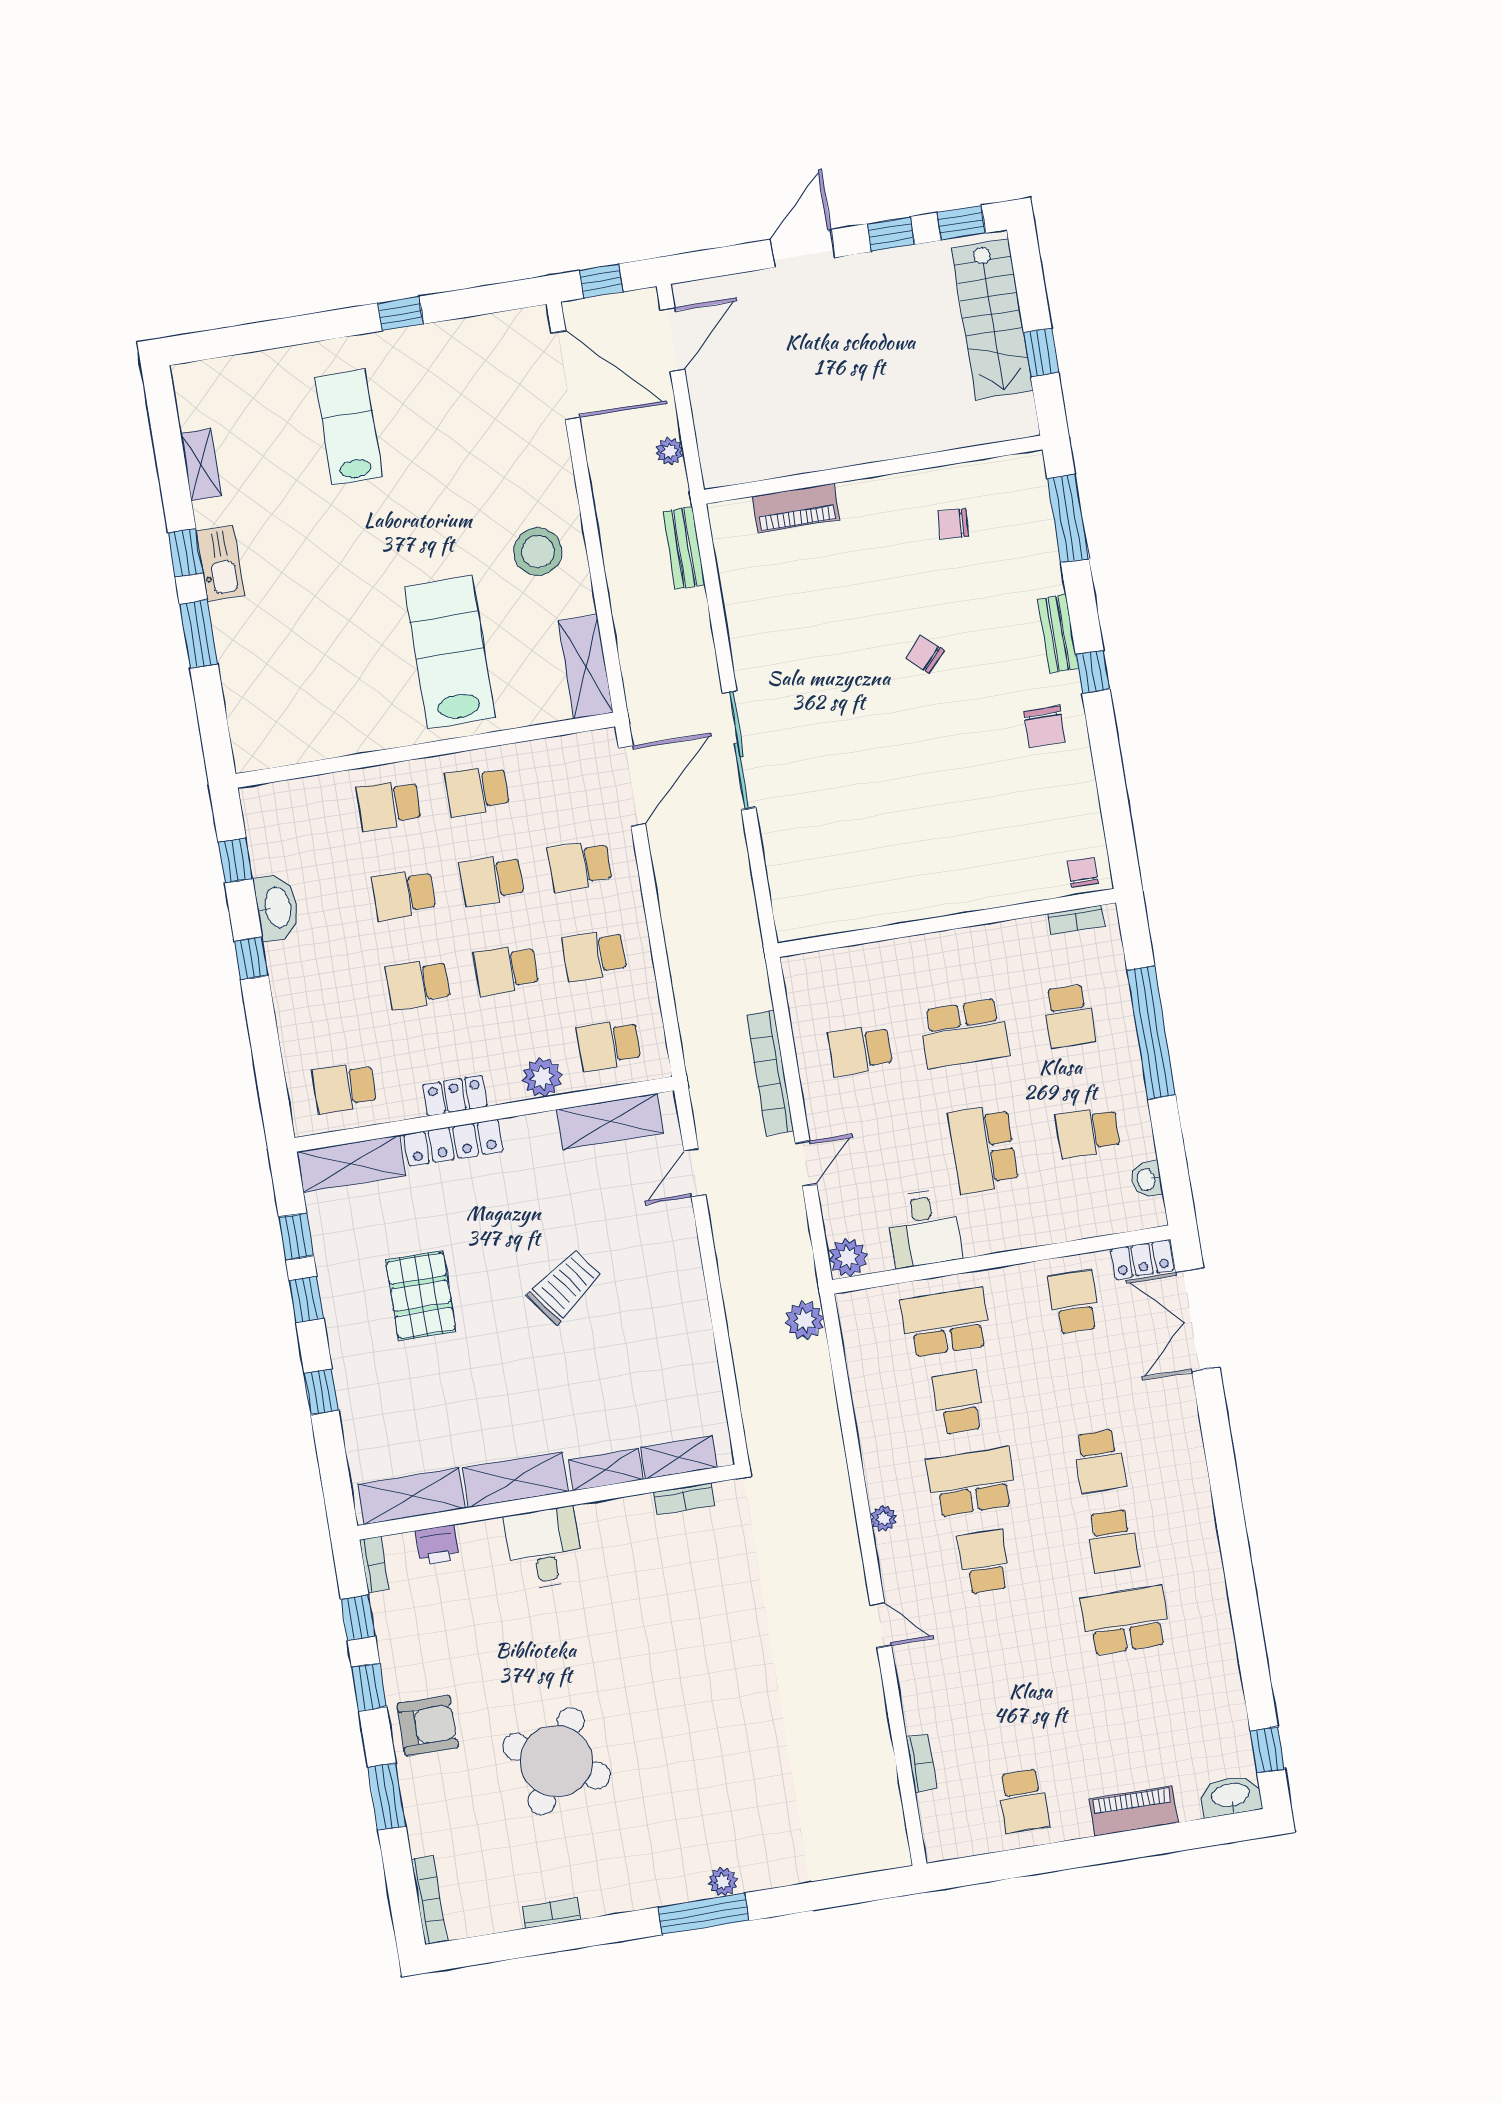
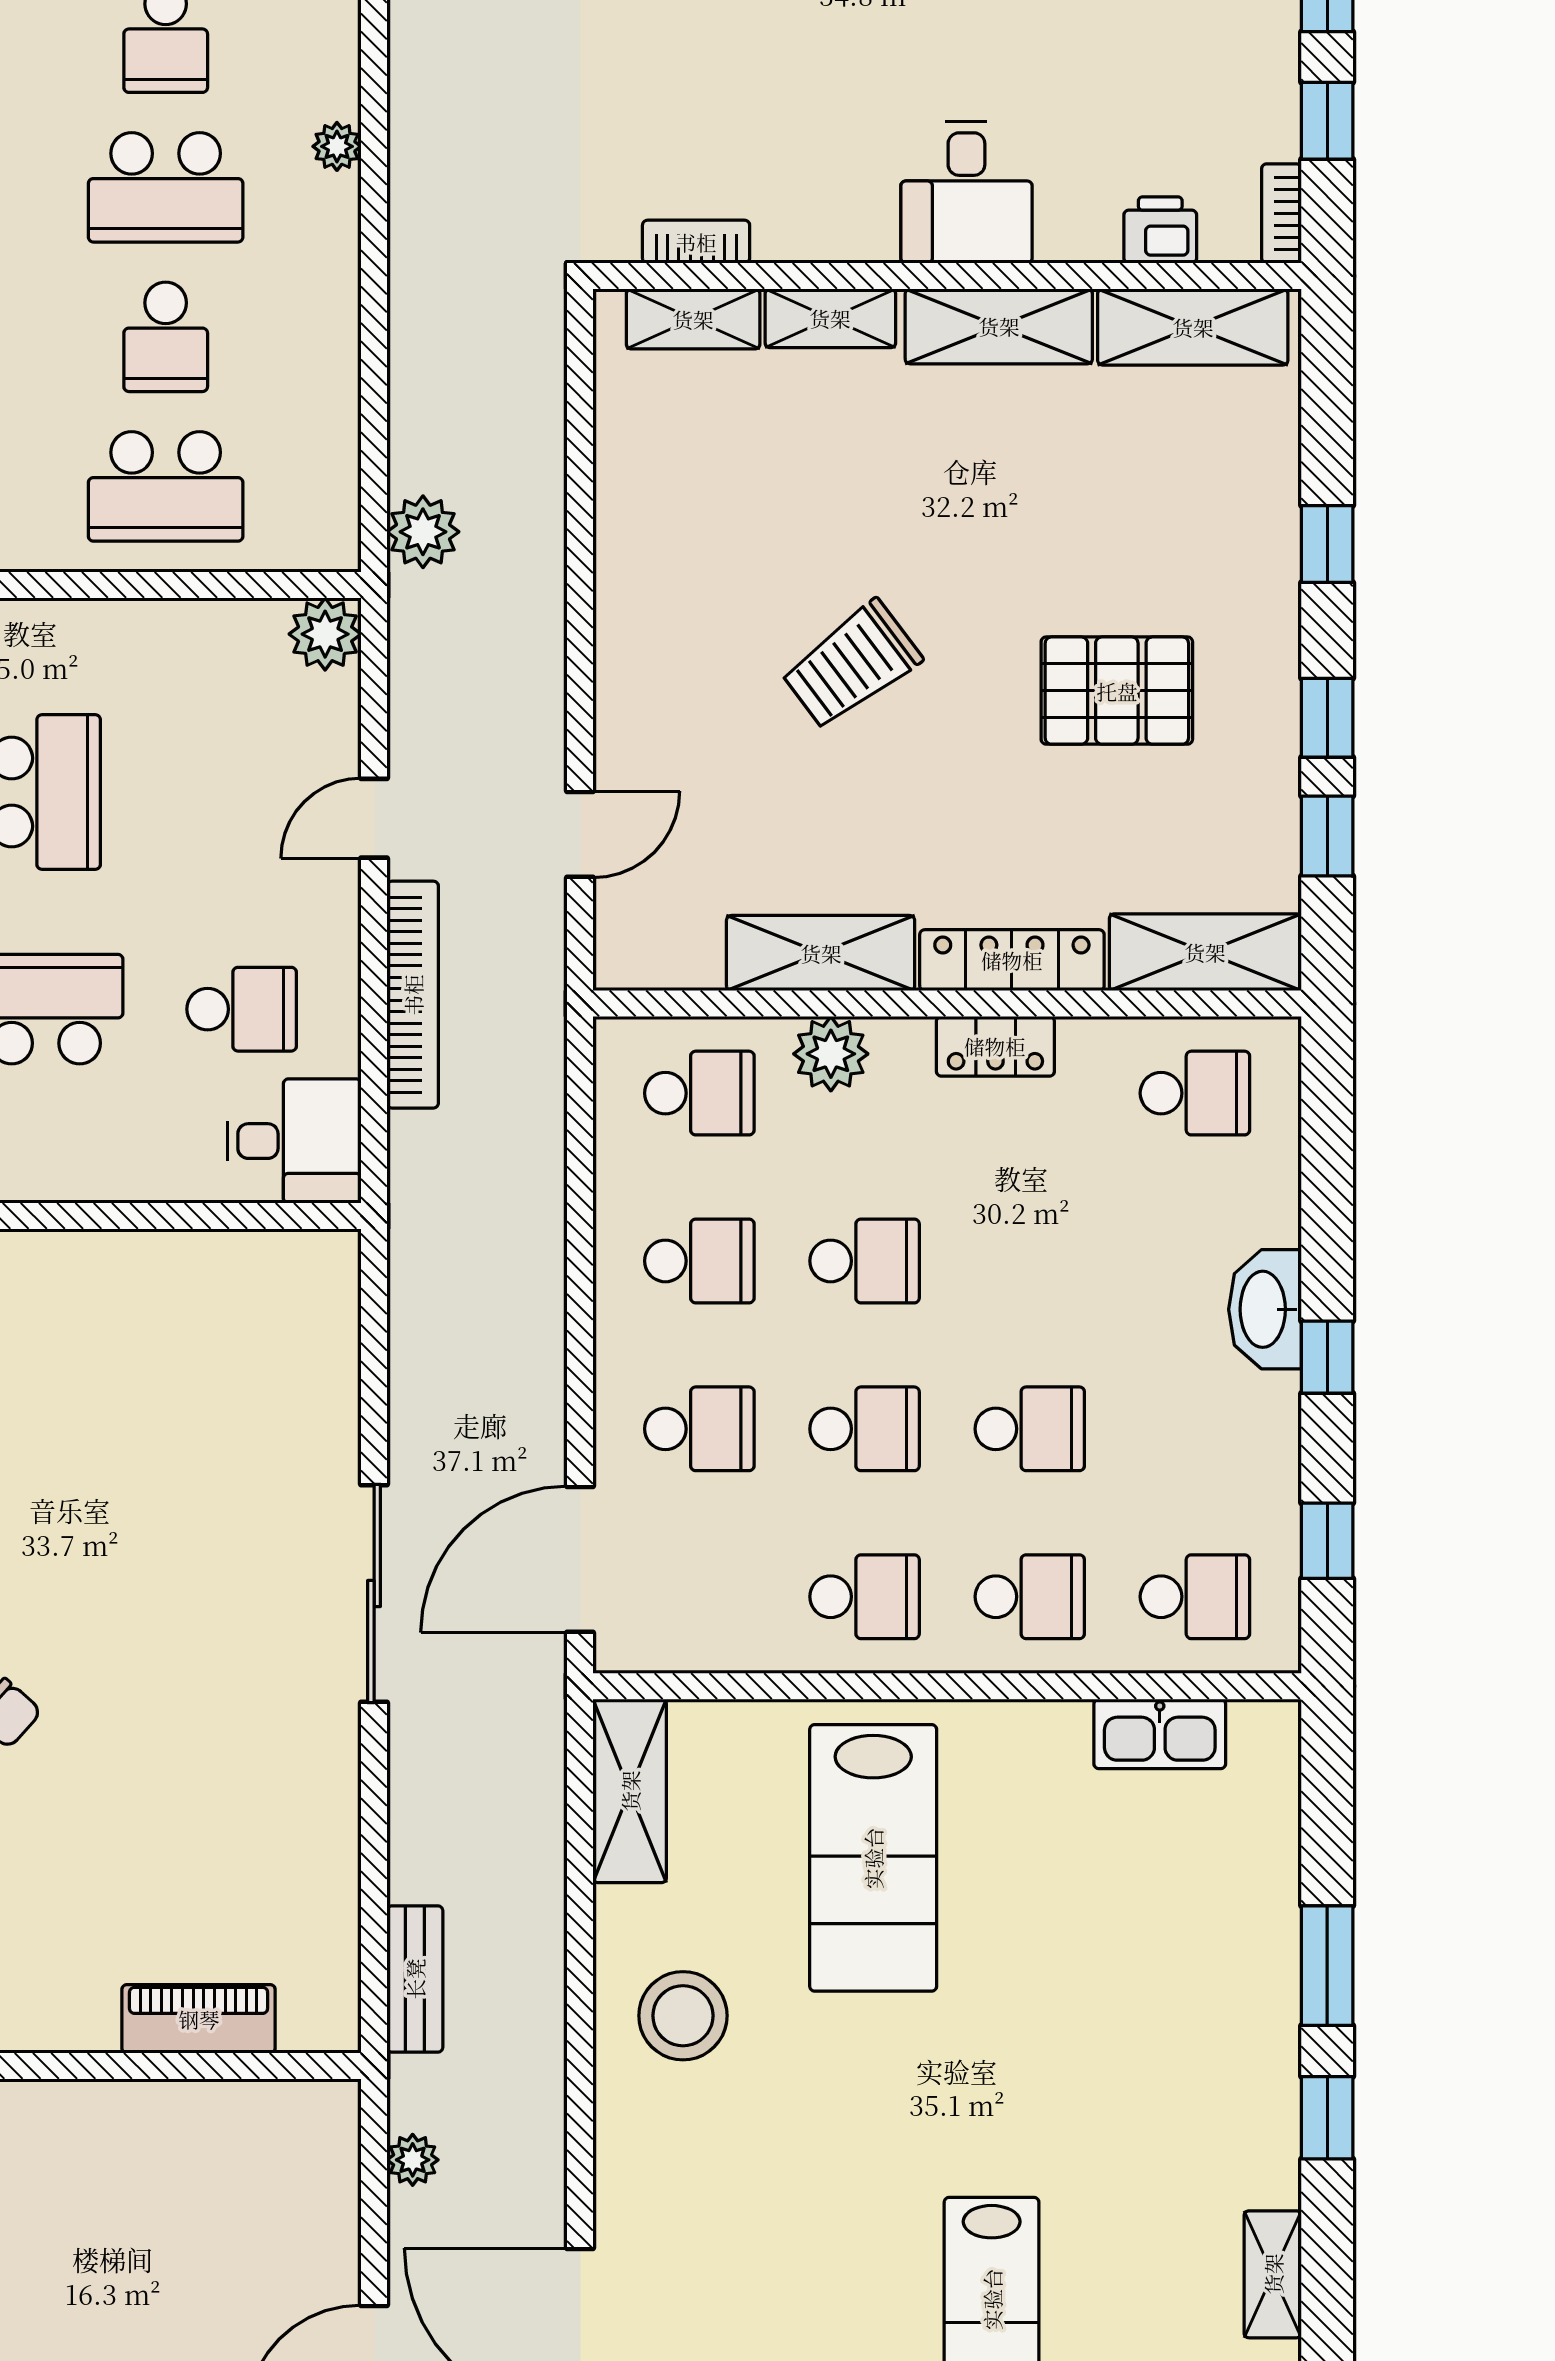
kitchen sink: (220, 563) -> (1160, 1734), moved, turned -90
washbasin: (277, 907) -> (1265, 1309), moved
school desk: (418, 984) -> (1195, 1597), moved
shelving: (610, 1121) -> (821, 953), moved
desk: (924, 1228) -> (294, 1141), moved, turned 90
pallet: (421, 1296) -> (1117, 691), turned 90

